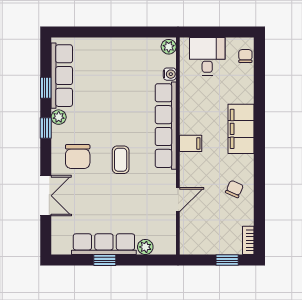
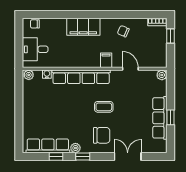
filing cabinet: (191, 143) -> (106, 60), moved
plant: (145, 247) -> (162, 75), moved

